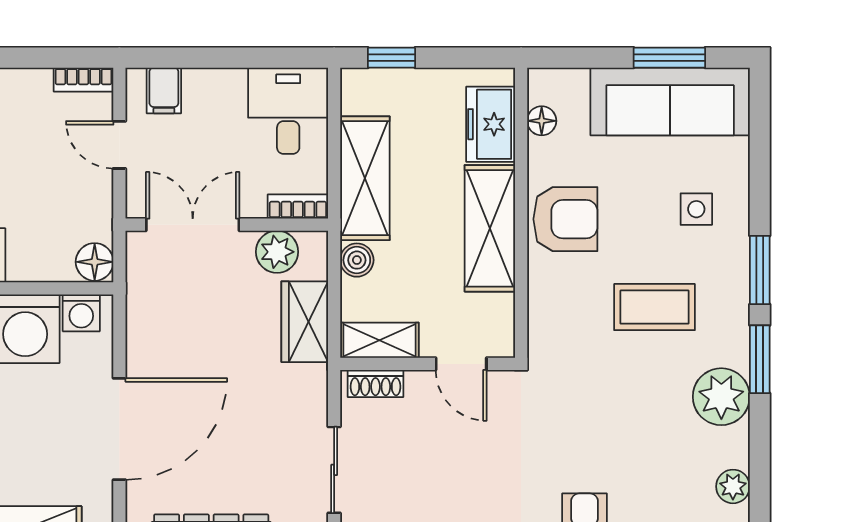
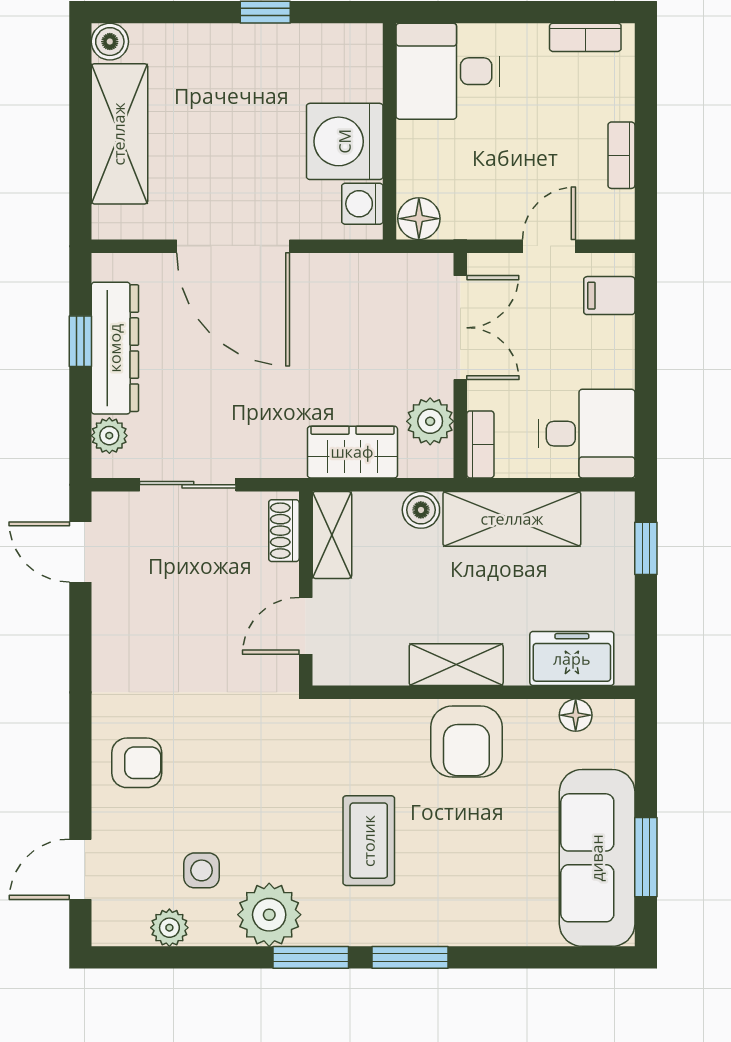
bookcase: (83, 80) -> (621, 155), moved
side table: (696, 209) -> (202, 870), moved
shelving: (490, 228) -> (456, 665), width x0.67, depth x0.75

